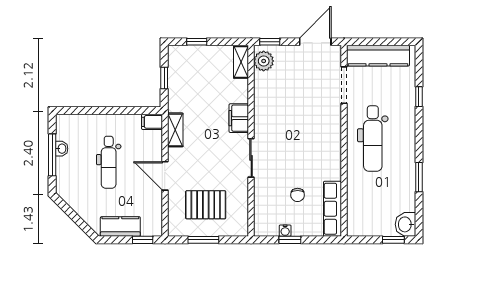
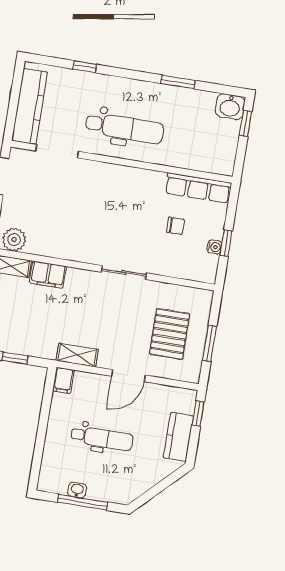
filing cabinet: (239, 118) -> (48, 275), moved

